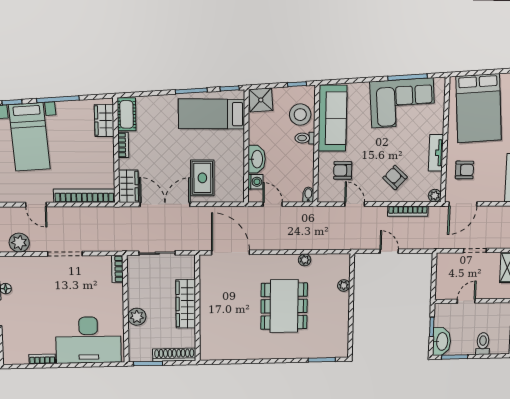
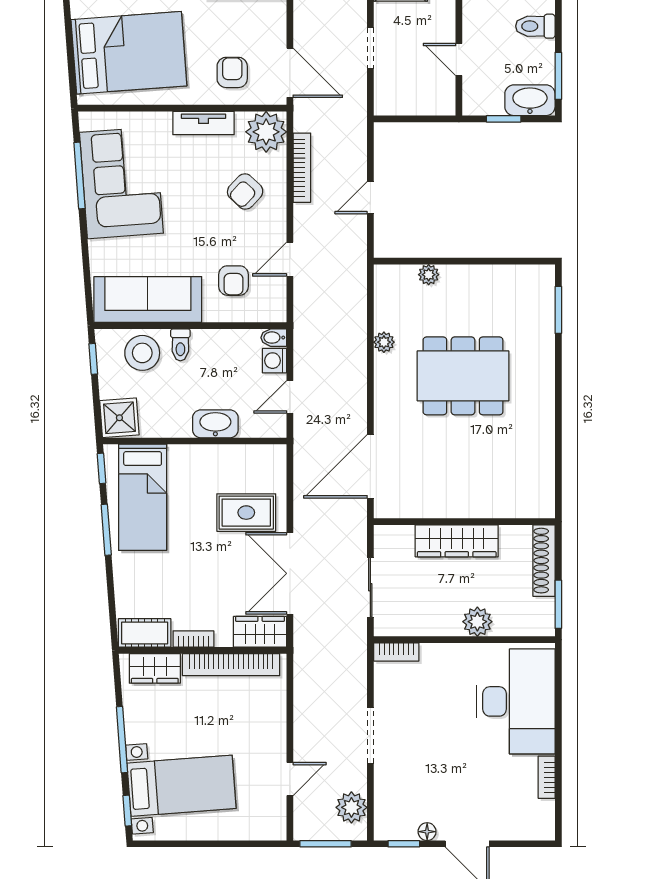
washing machine: (255, 182) -> (274, 361), moved, turned -90
bookcase: (84, 196) -> (231, 665), moved, turned -90
plant: (435, 196) -> (266, 132), width x1.87, depth x1.87

